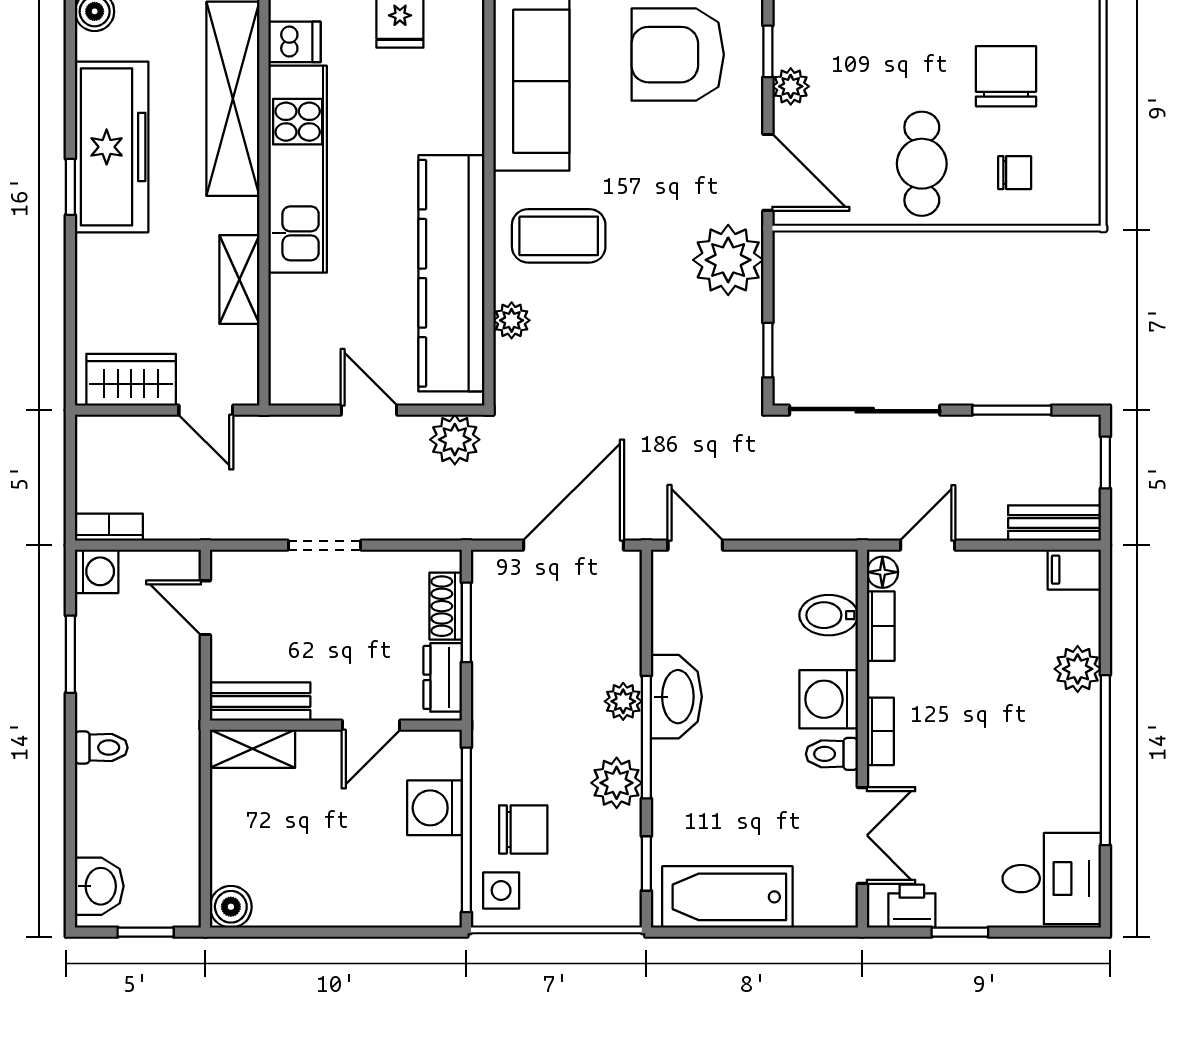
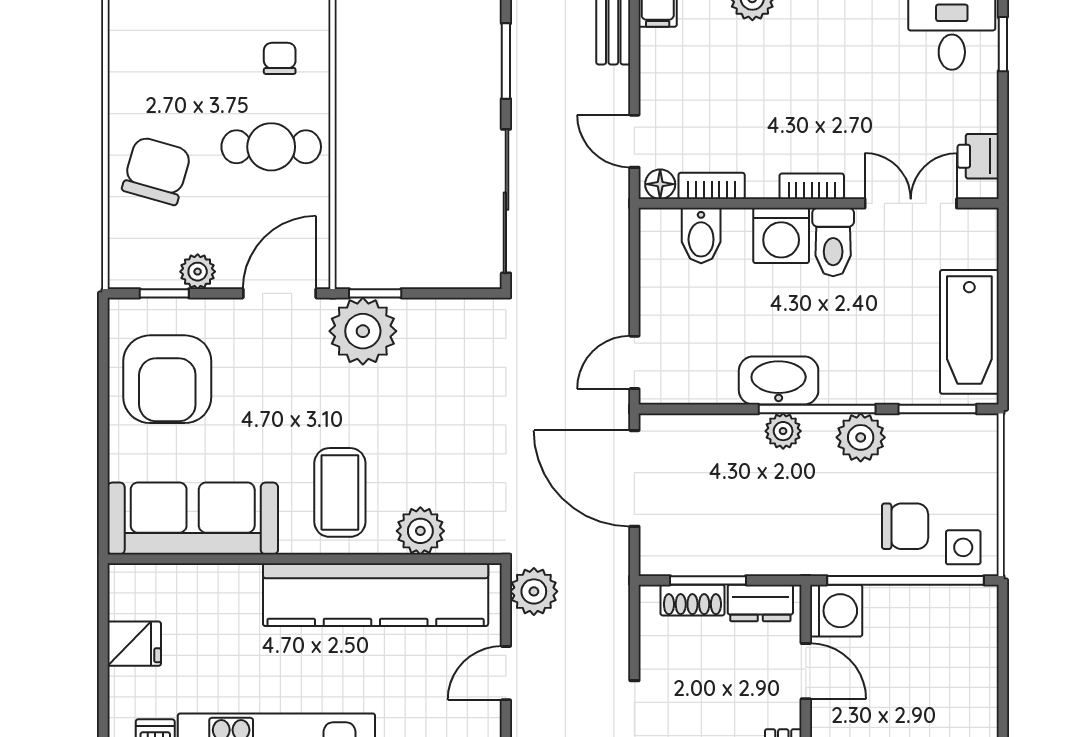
chair: (1006, 76) -> (157, 171), moved, turned 106
plant: (512, 320) -> (420, 531), width x1.38, depth x1.38
window: (768, 350) -> (375, 293), moved
toilet: (832, 754) -> (833, 242), width x1.37, depth x1.39
washing machine: (435, 808) -> (836, 611), moved, turned -90
chair: (523, 829) -> (905, 526), turned 90
window: (646, 863) -> (937, 409), width x1.50
window: (960, 932) -> (1003, 44), moved

